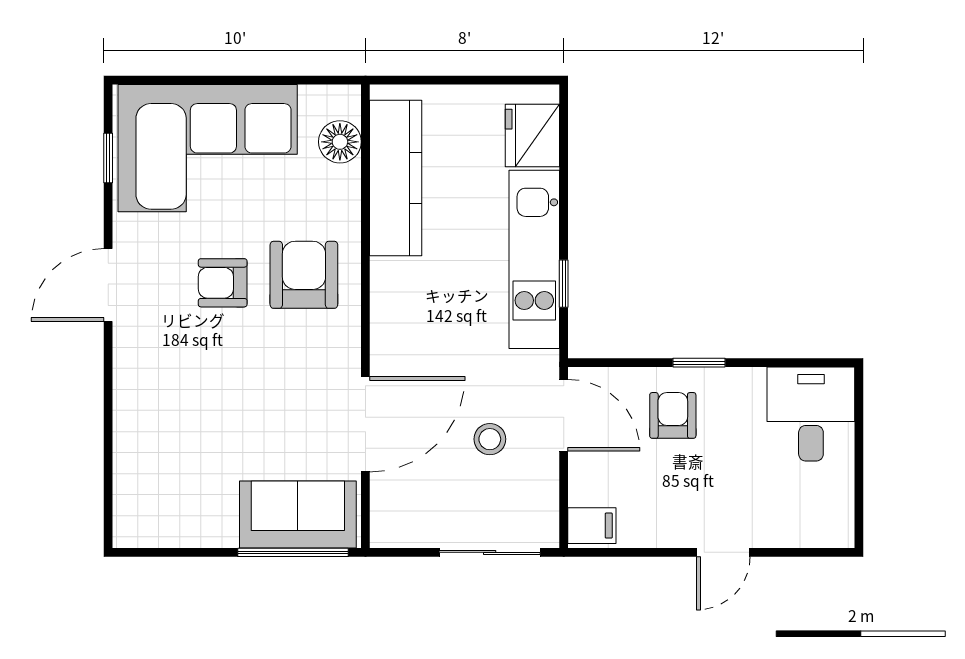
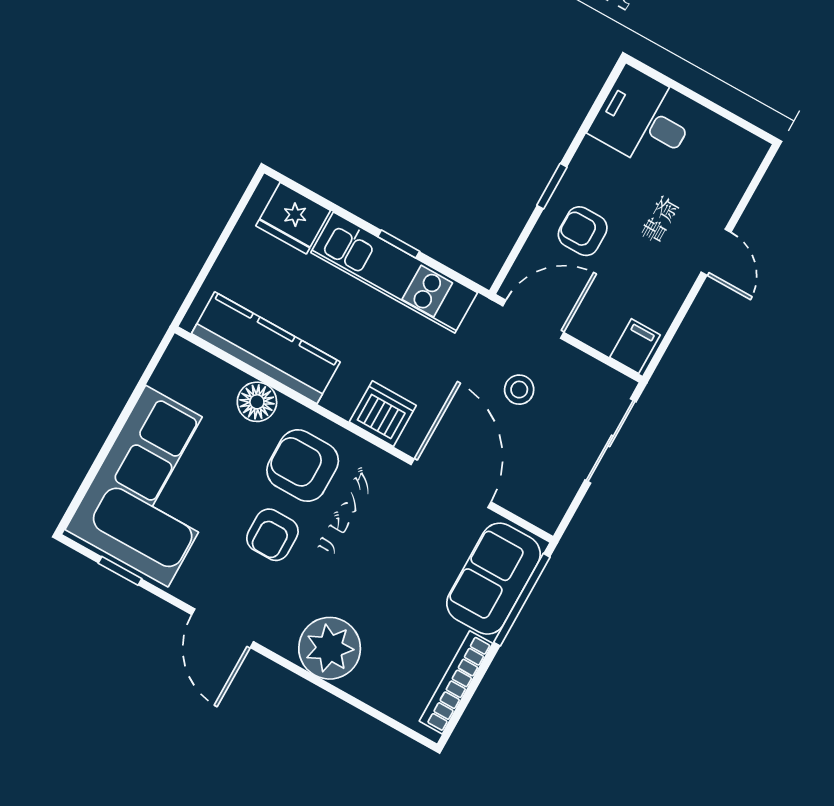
floor lamp: (340, 142) -> (257, 402), moved
window: (564, 284) -> (399, 244), moved
dishwasher: (395, 323) -> (383, 414), added
plant: (146, 397) -> (330, 648), added
bookcase: (180, 534) -> (456, 682), added

